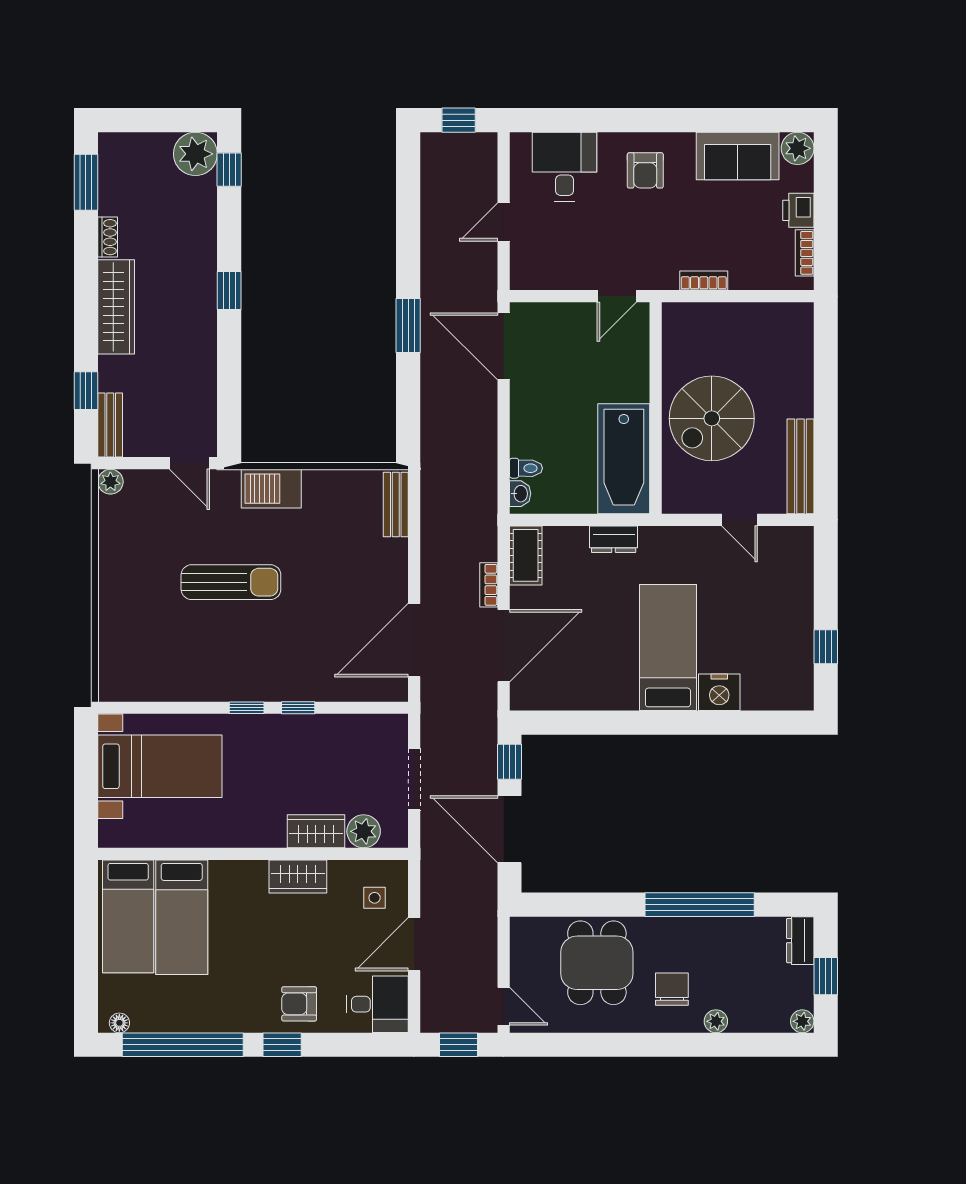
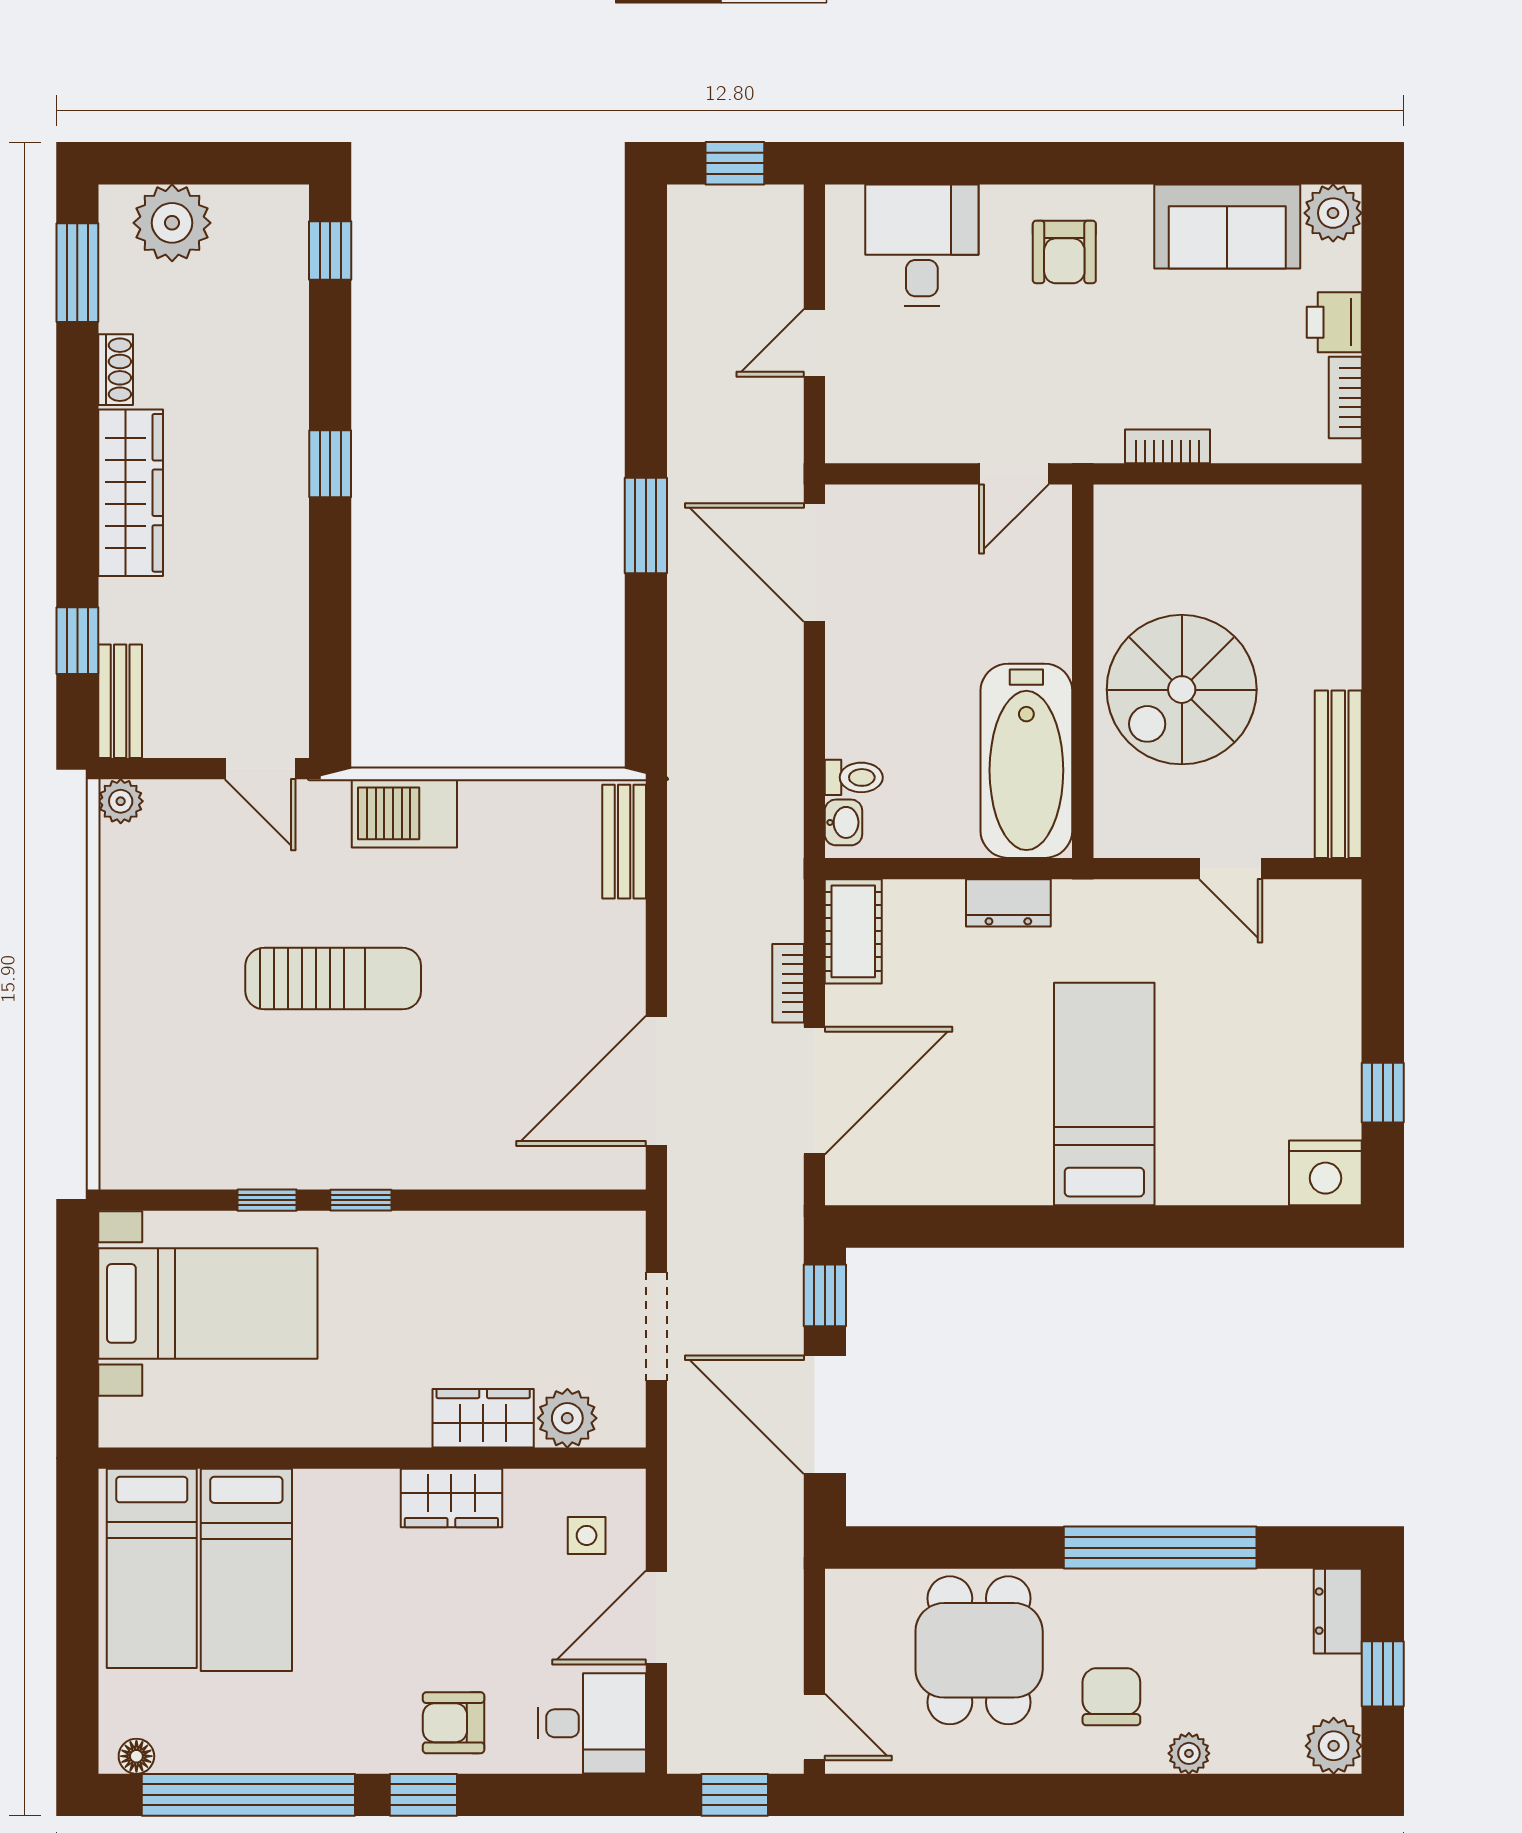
plant: (195, 154) -> (172, 223), moved
nightstand: (719, 692) -> (1325, 1173), moved
window: (298, 708) -> (267, 1200), moved
plant: (802, 1021) -> (1334, 1746), width x1.38, depth x1.38

